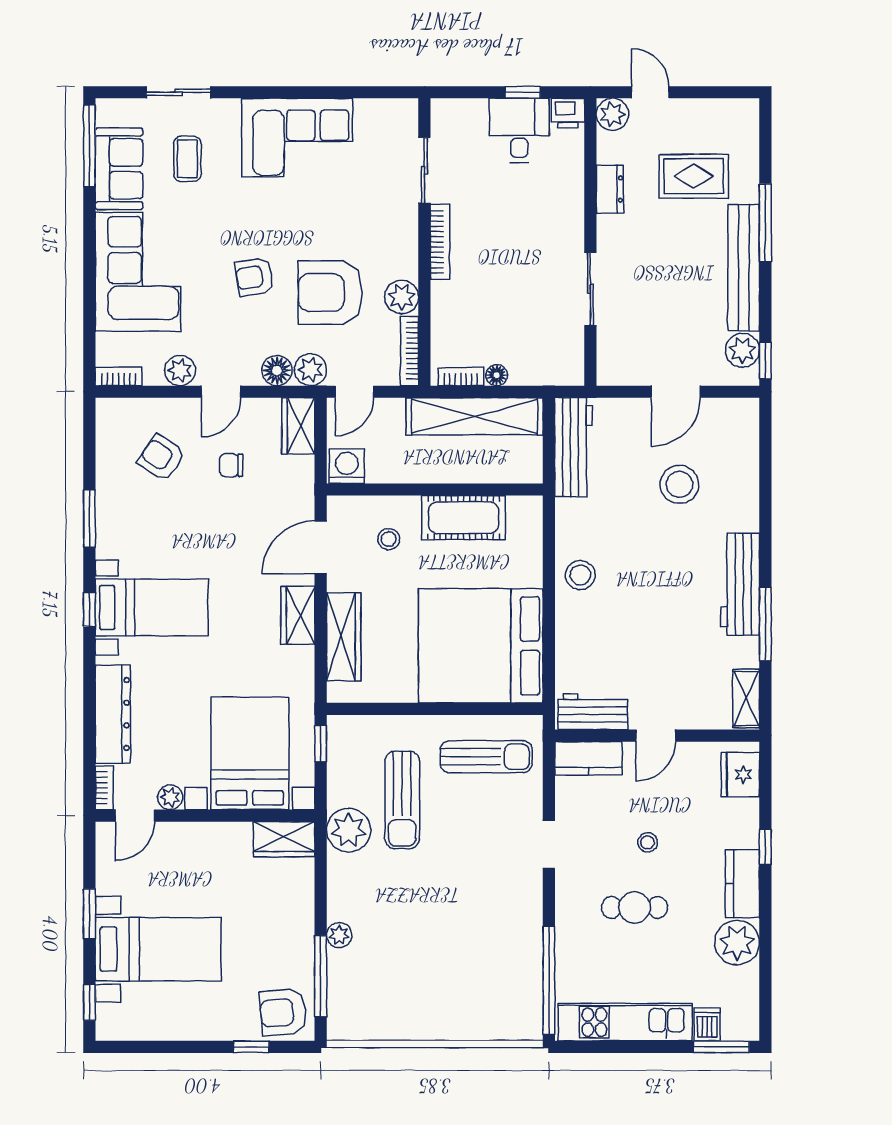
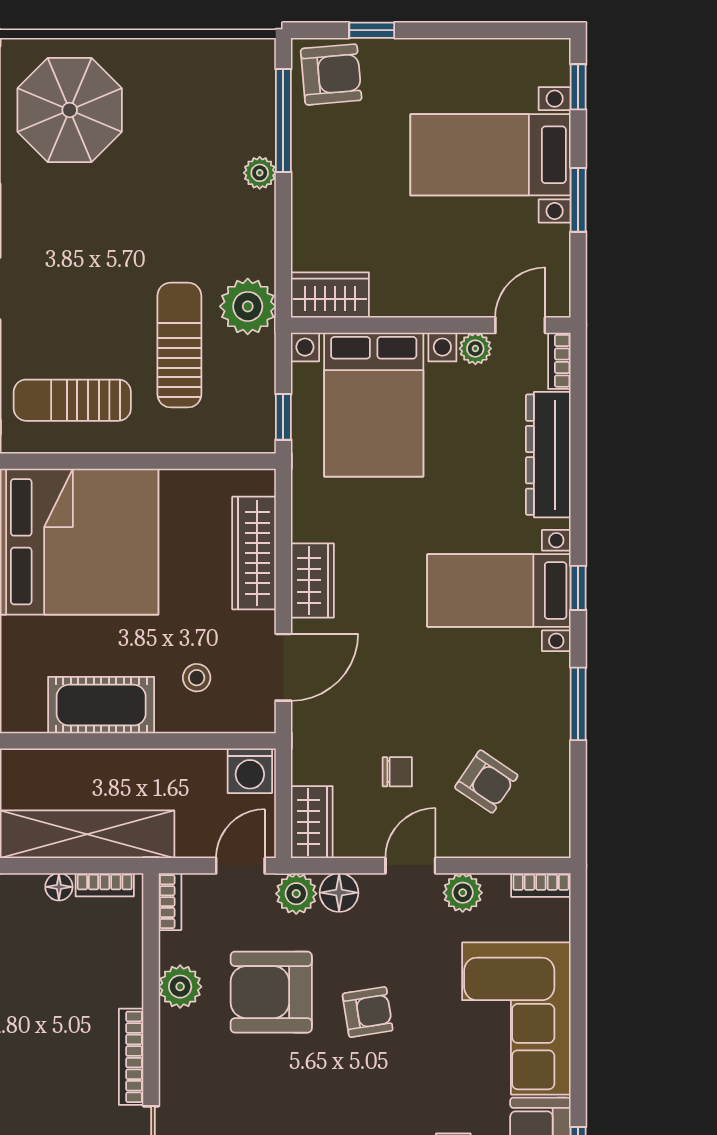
armchair: (330, 293) -> (271, 992), turned 180
bookcase: (410, 351) -> (170, 902), width x0.64
parasol: (488, 984) -> (70, 110), added

